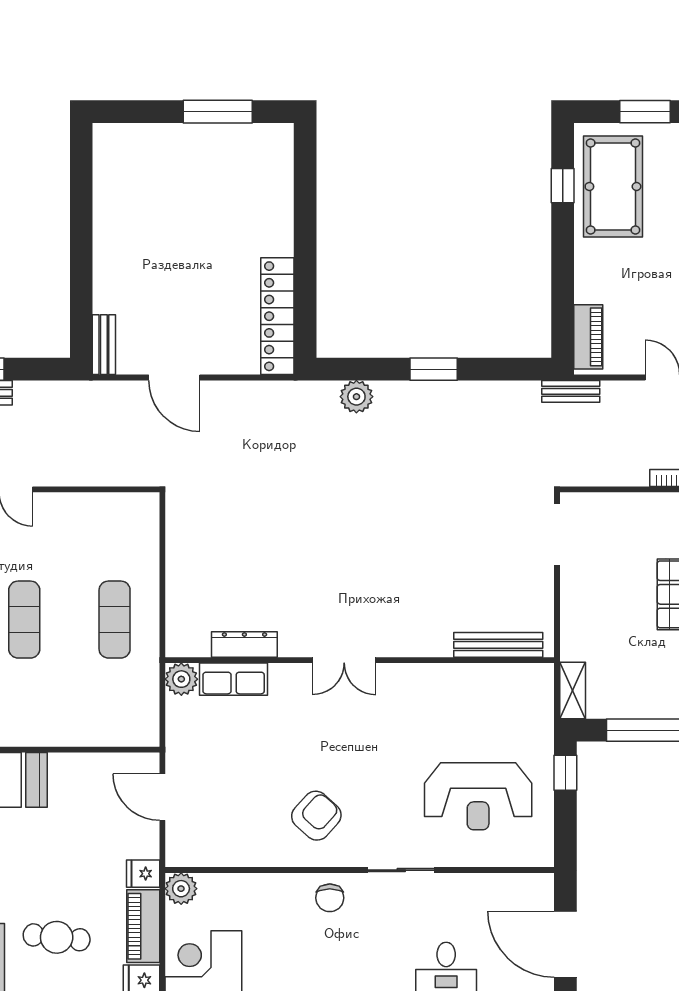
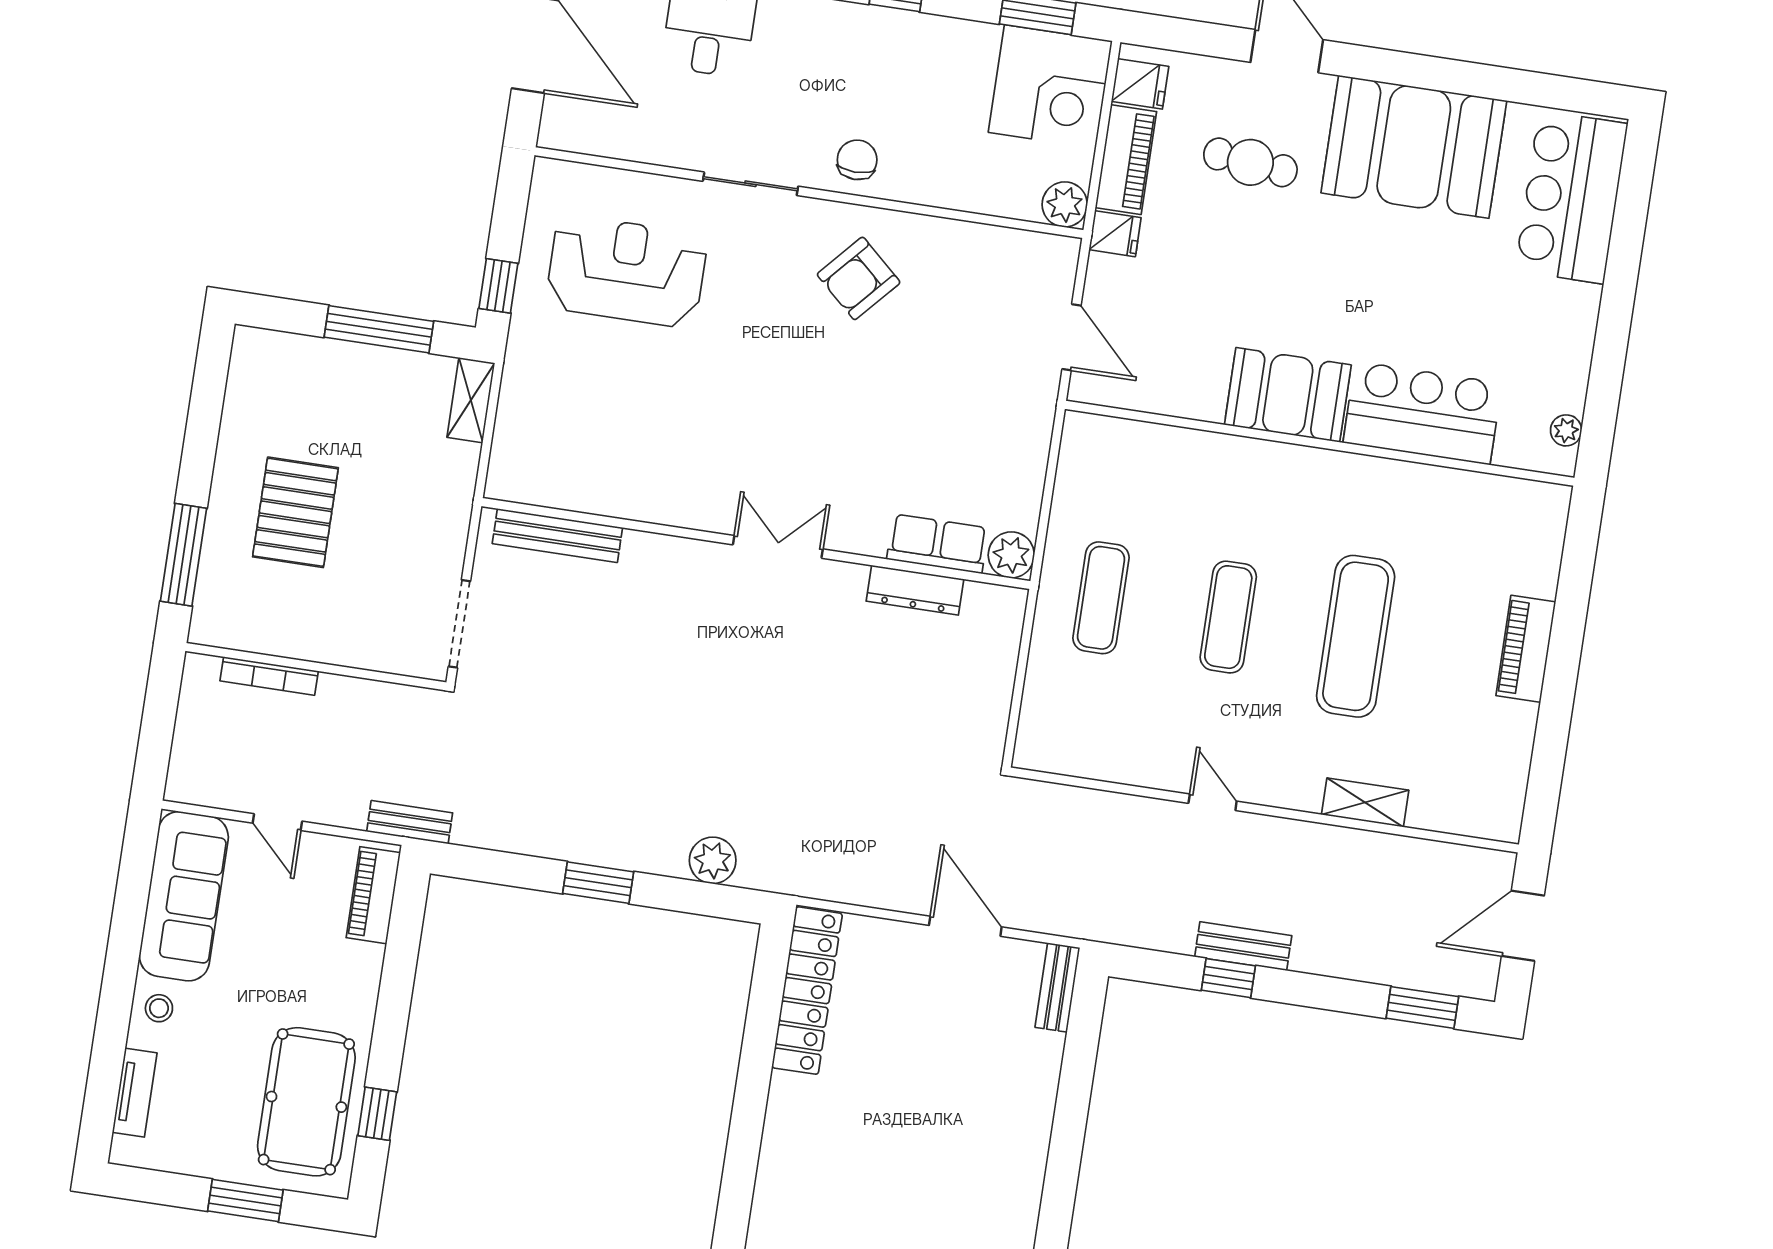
dresser: (244, 645) -> (915, 590), moved
bench: (498, 645) -> (557, 536), moved
double door: (344, 660) -> (778, 547), moved
wall: (360, 660) -> (756, 544), moved
plant: (181, 679) -> (1011, 555), moved
row of seats: (234, 679) -> (938, 544), moved

